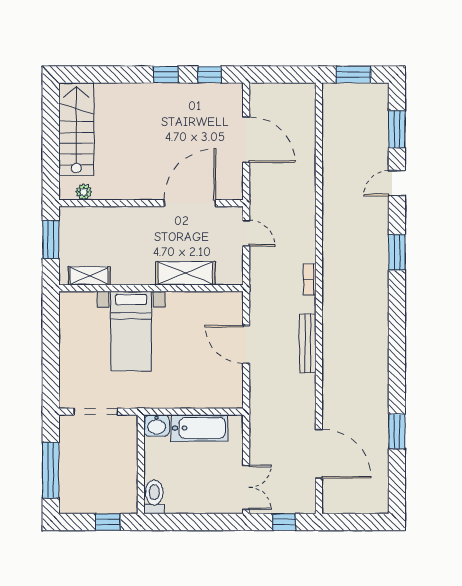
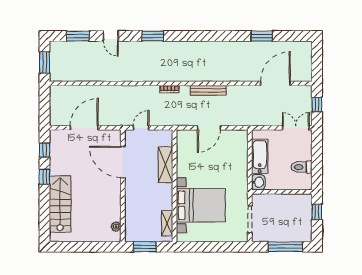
stairs: (76, 129) -> (60, 204), moved, turned 90
bed with nightstands: (131, 331) -> (201, 205), width x1.36
toilet: (154, 497) -> (302, 167), moved

